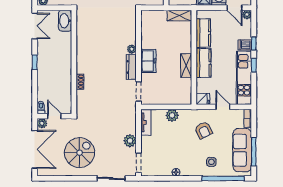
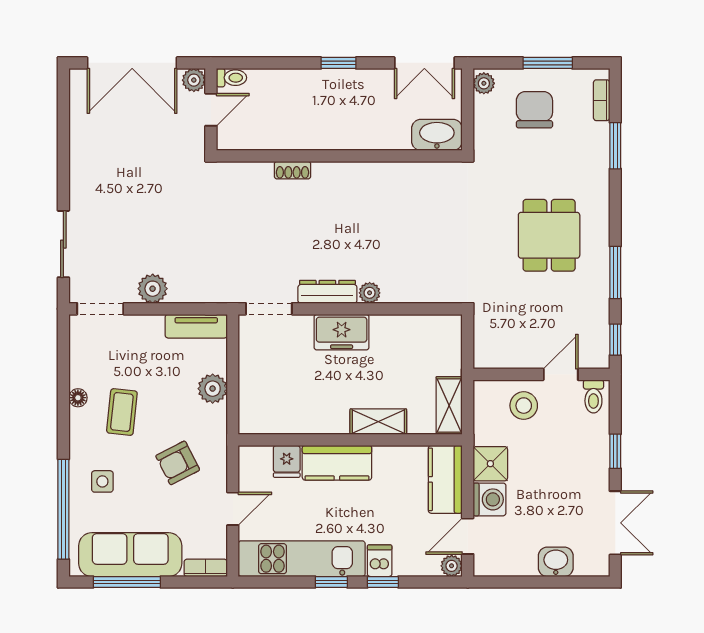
kitchen counter: (203, 33) -> (445, 479), moved, turned 90
shelving: (186, 66) -> (378, 422), moved
fridge: (203, 99) -> (287, 461), moved
spiral stairs: (79, 153) -> (124, 169), removed
coffee table: (182, 154) -> (122, 412), added

